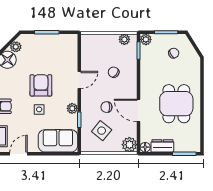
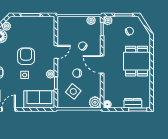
dining table: (176, 104) -> (136, 61), moved
door: (139, 111) -> (102, 64), moved
dresser: (162, 146) -> (133, 103), moved

